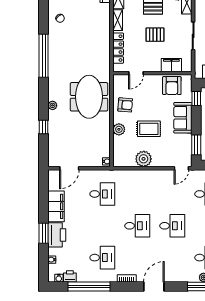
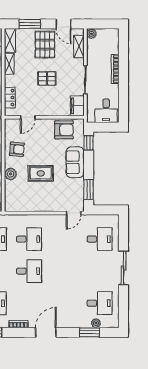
locker: (118, 48) -> (10, 98), width x0.66
filing cabinet: (171, 65) -> (77, 106), moved, turned -90
armchair: (172, 86) -> (64, 130), turned -90
plant: (144, 159) -> (35, 204), removed
desk: (172, 226) -> (29, 239), moved

